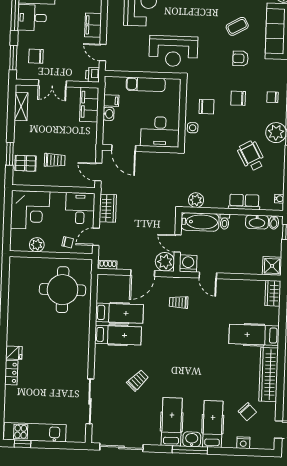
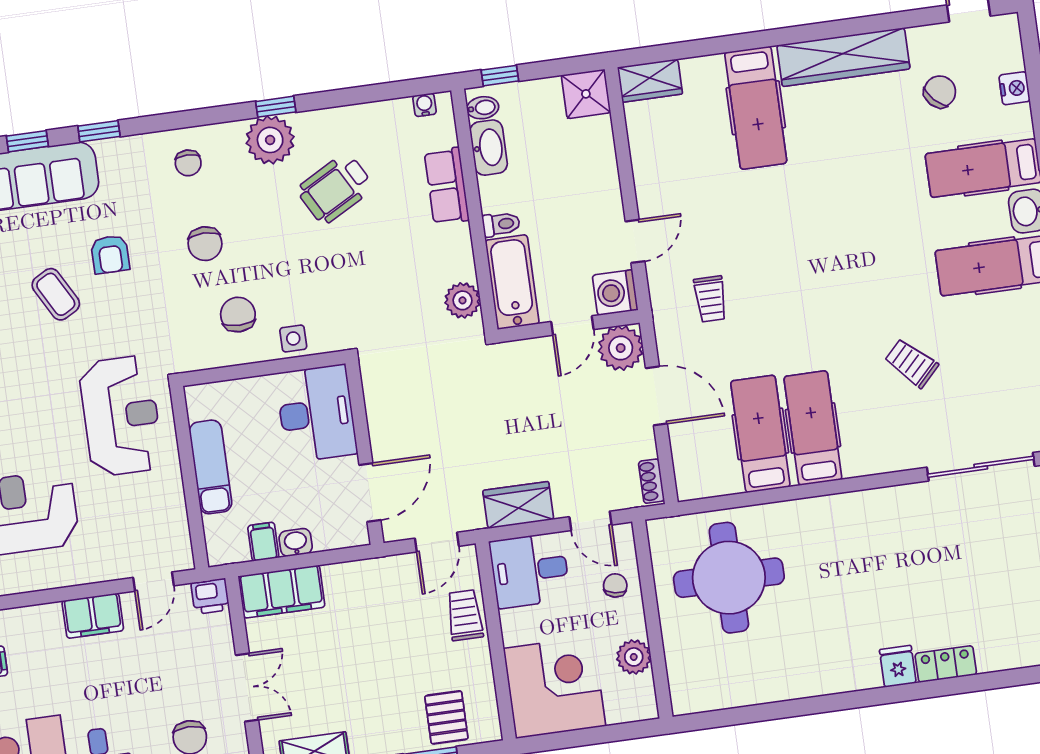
coffee table: (237, 26) -> (56, 294), moved
trolley: (55, 160) -> (465, 615), moved

